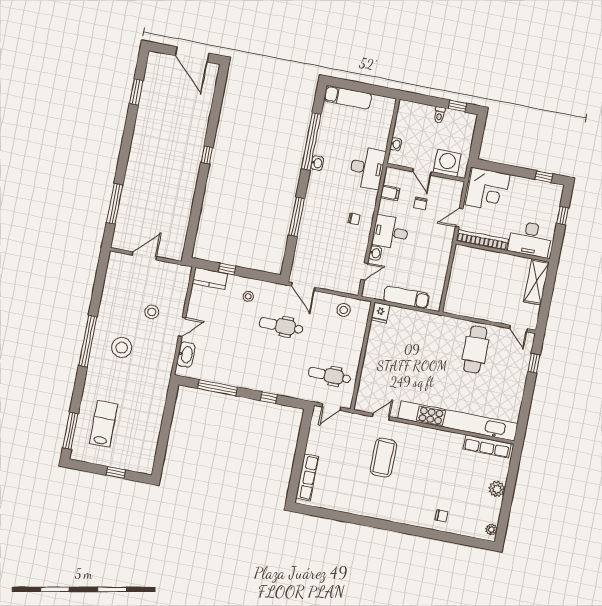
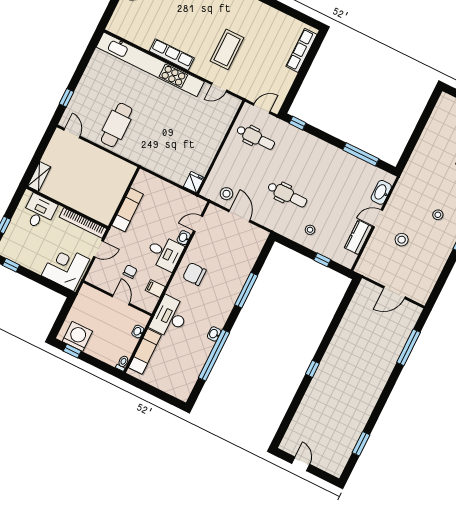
door: (192, 54) -> (301, 464), width x0.53
exam couch: (348, 97) -> (145, 351), moved, turned 90
toilet: (439, 115) -> (123, 363), moved
washing machine: (447, 163) -> (77, 336), moved, turned 180
chair: (354, 219) -> (194, 274), width x1.87, depth x1.87
desk: (530, 239) -> (39, 212), width x0.73
kitchen counter: (210, 278) -> (358, 237), moved, turned -90
shelving: (536, 282) -> (39, 177), width x0.67, depth x0.75
door: (303, 287) -> (239, 216), moved
exam couch: (406, 297) -> (128, 210), moved, turned -90
stool: (122, 348) -> (438, 215), width x0.53, depth x0.53
window: (269, 398) -> (298, 123), moved
row of seats: (487, 446) -> (172, 55), moved

